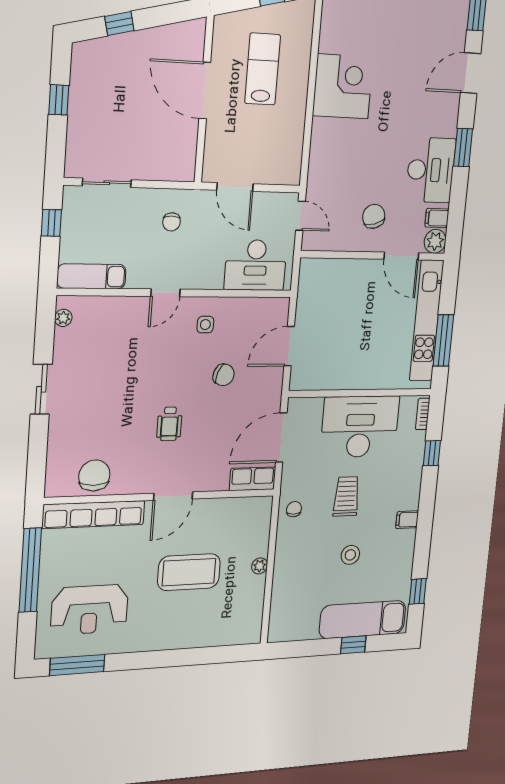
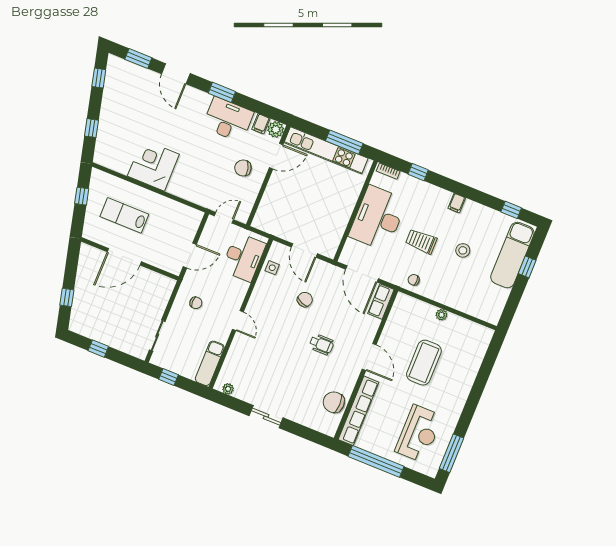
side table: (205, 325) -> (272, 268), moved

